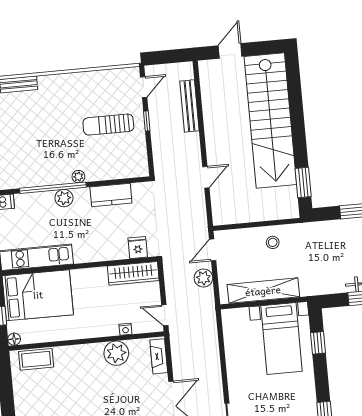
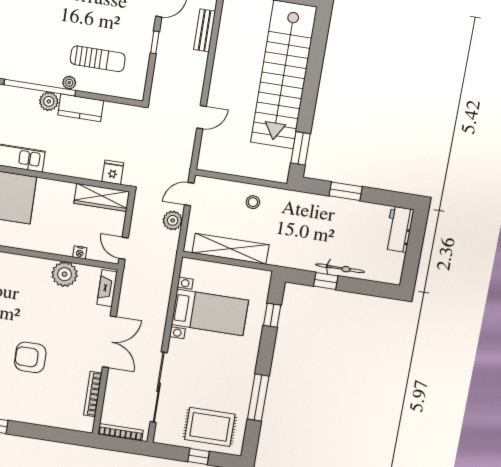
bench: (189, 106) -> (205, 30), width x0.73
sun lounger: (108, 125) -> (98, 59), moved, turned 180
kitchen counter: (111, 195) -> (81, 108), moved
bed with nightstands: (281, 338) -> (210, 312), moved, turned -90

